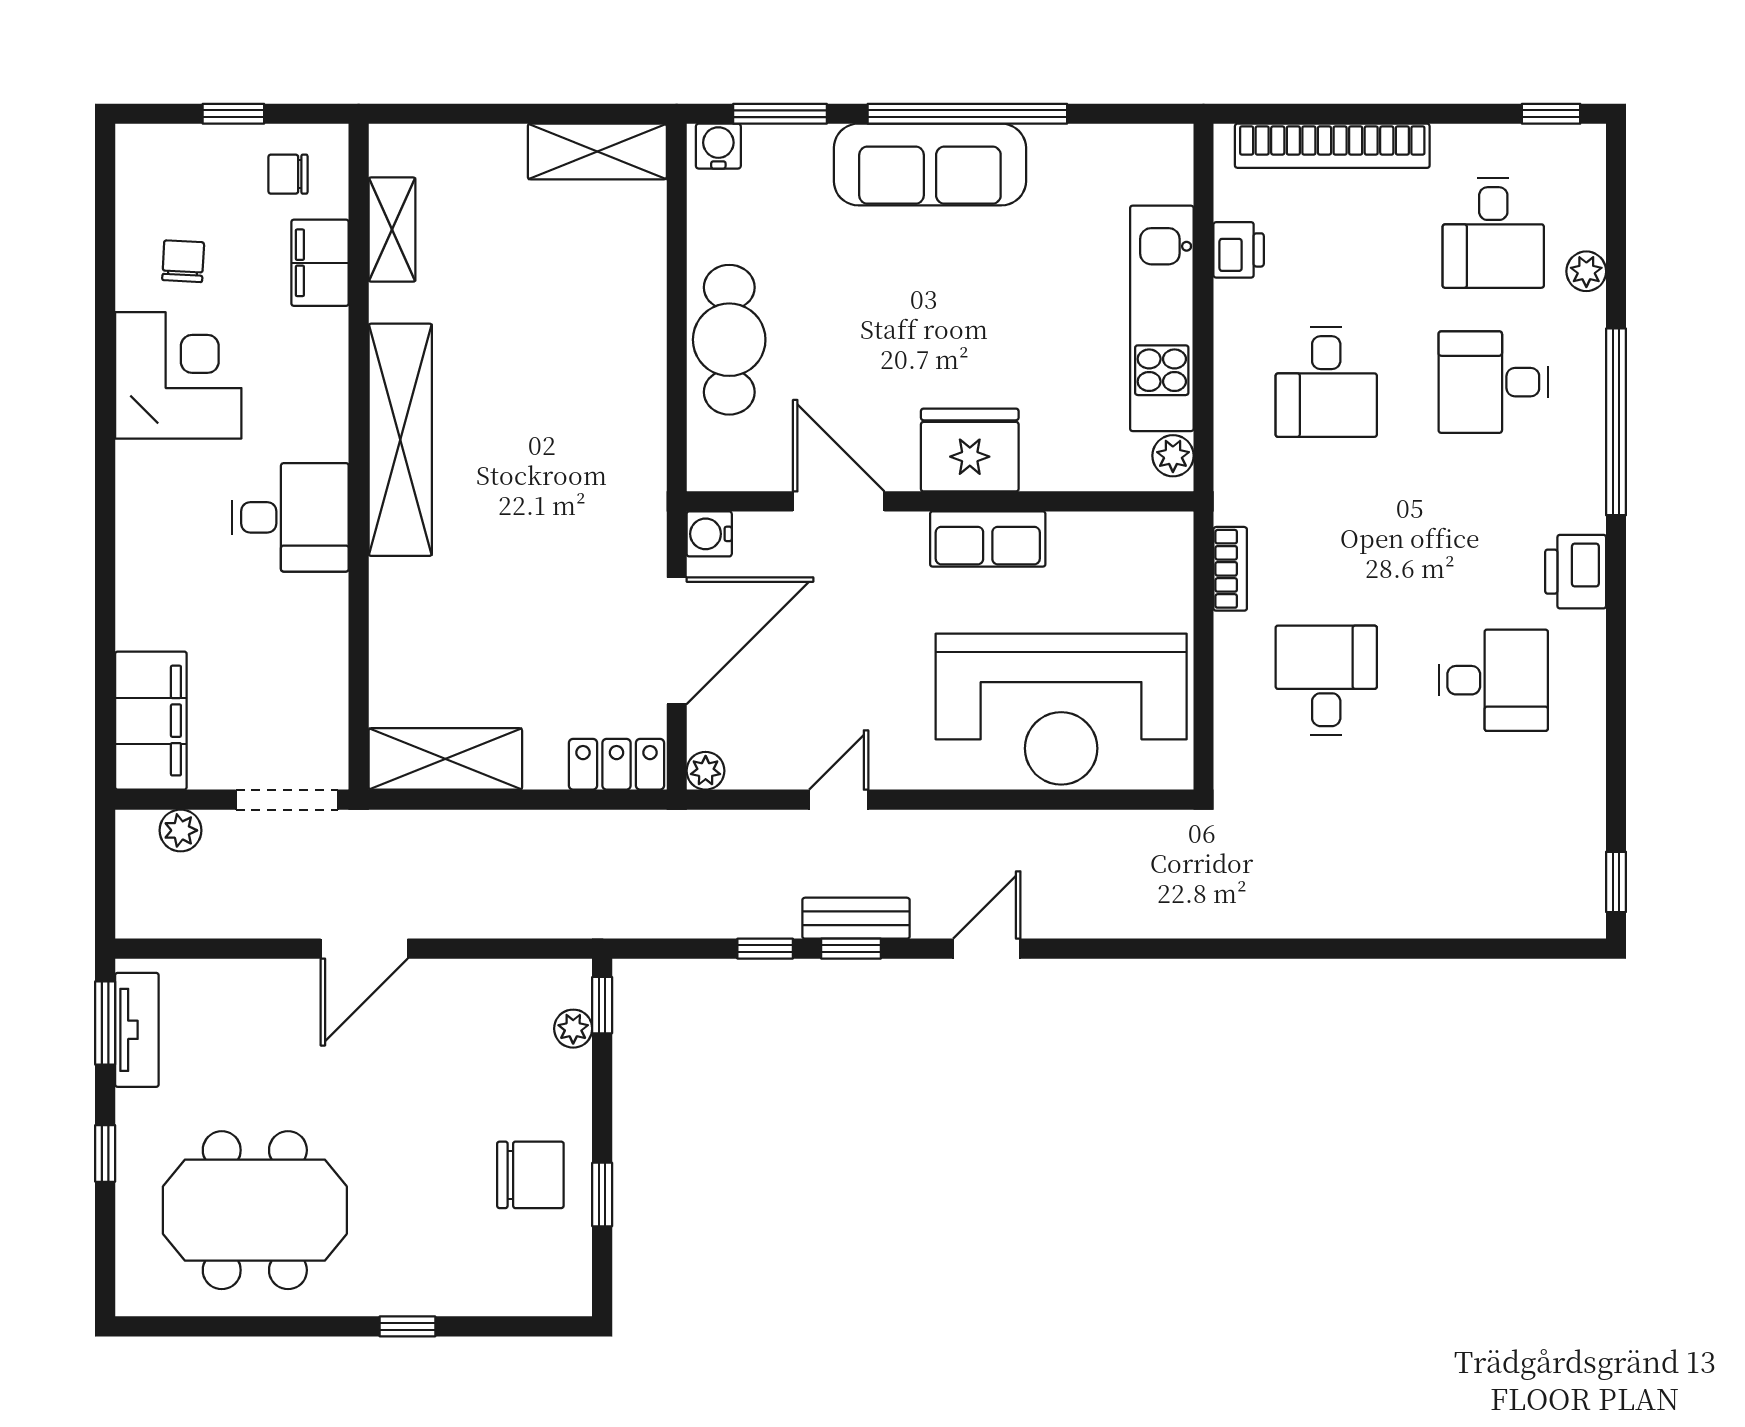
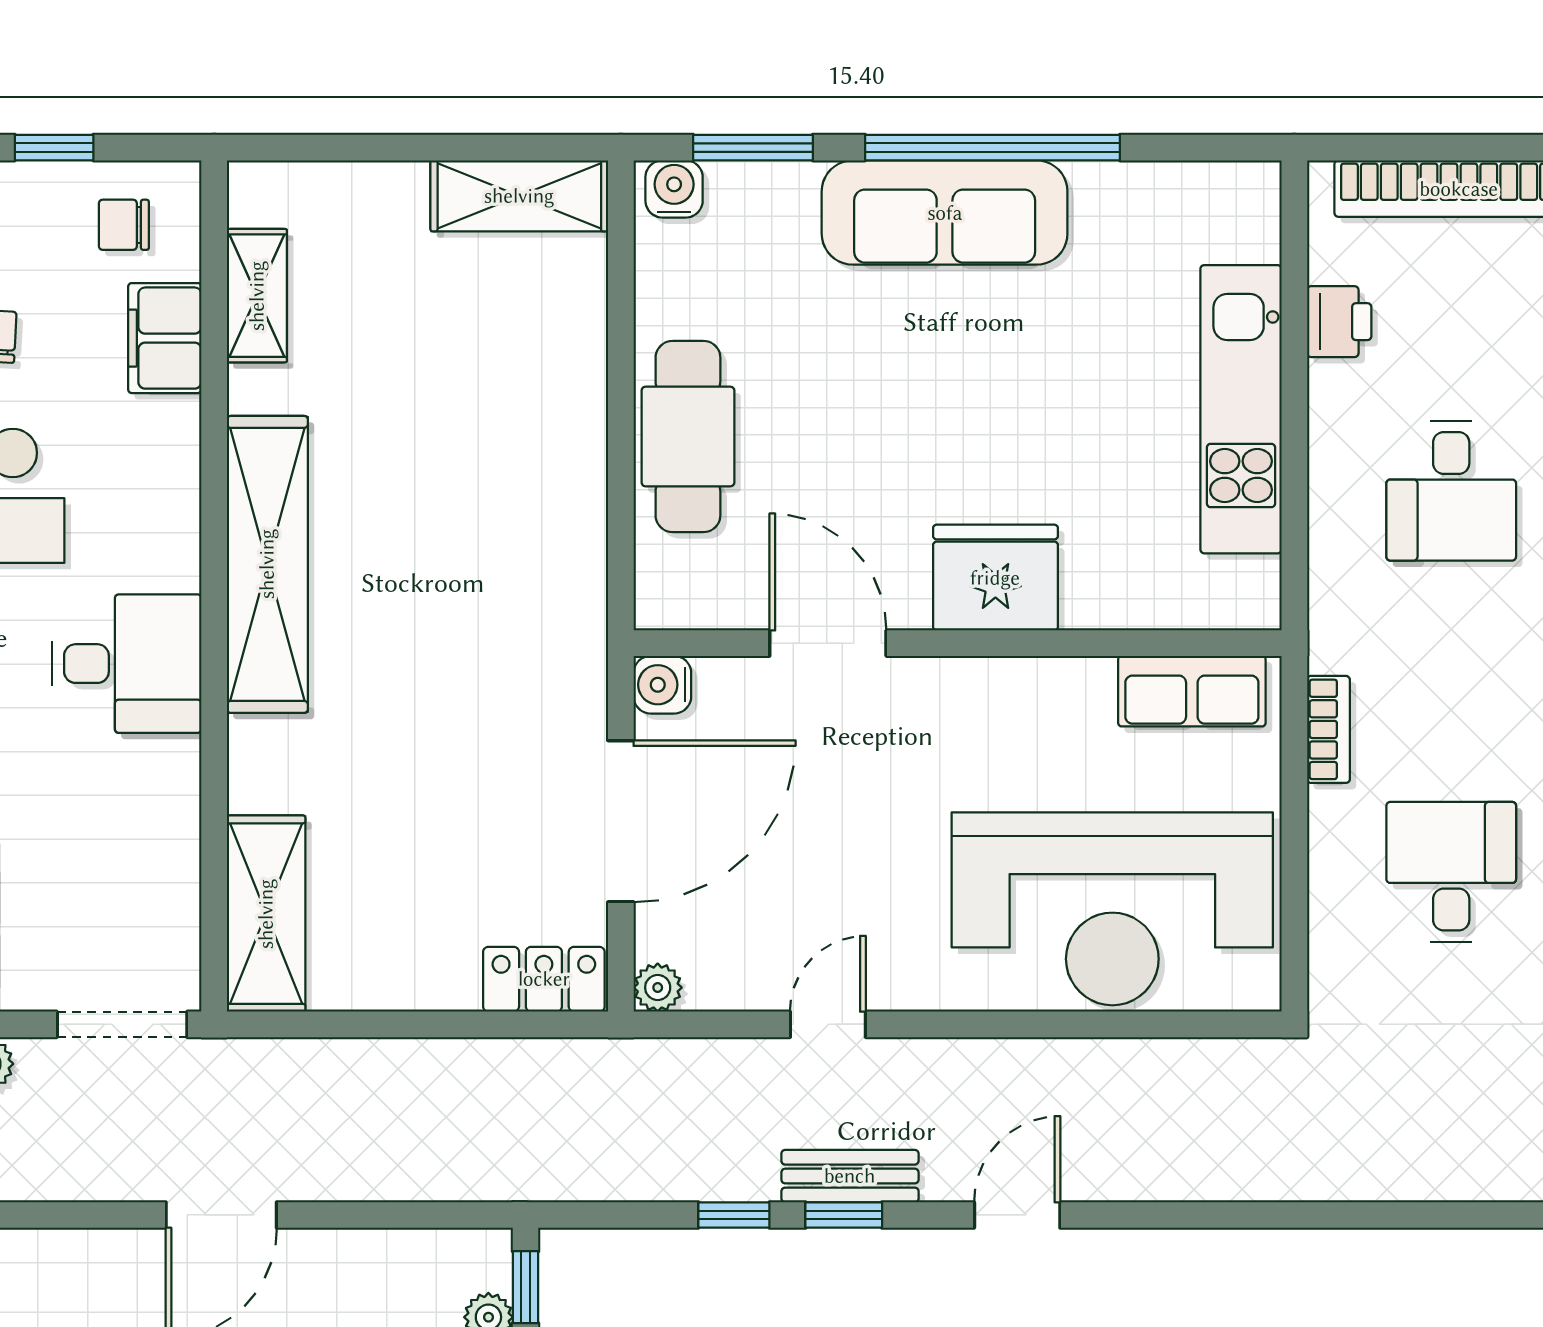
plant: (1173, 456) -> (1255, 585), removed
row of seats: (988, 539) -> (1192, 691), moved
shelving: (445, 759) -> (266, 914), moved, turned 90

